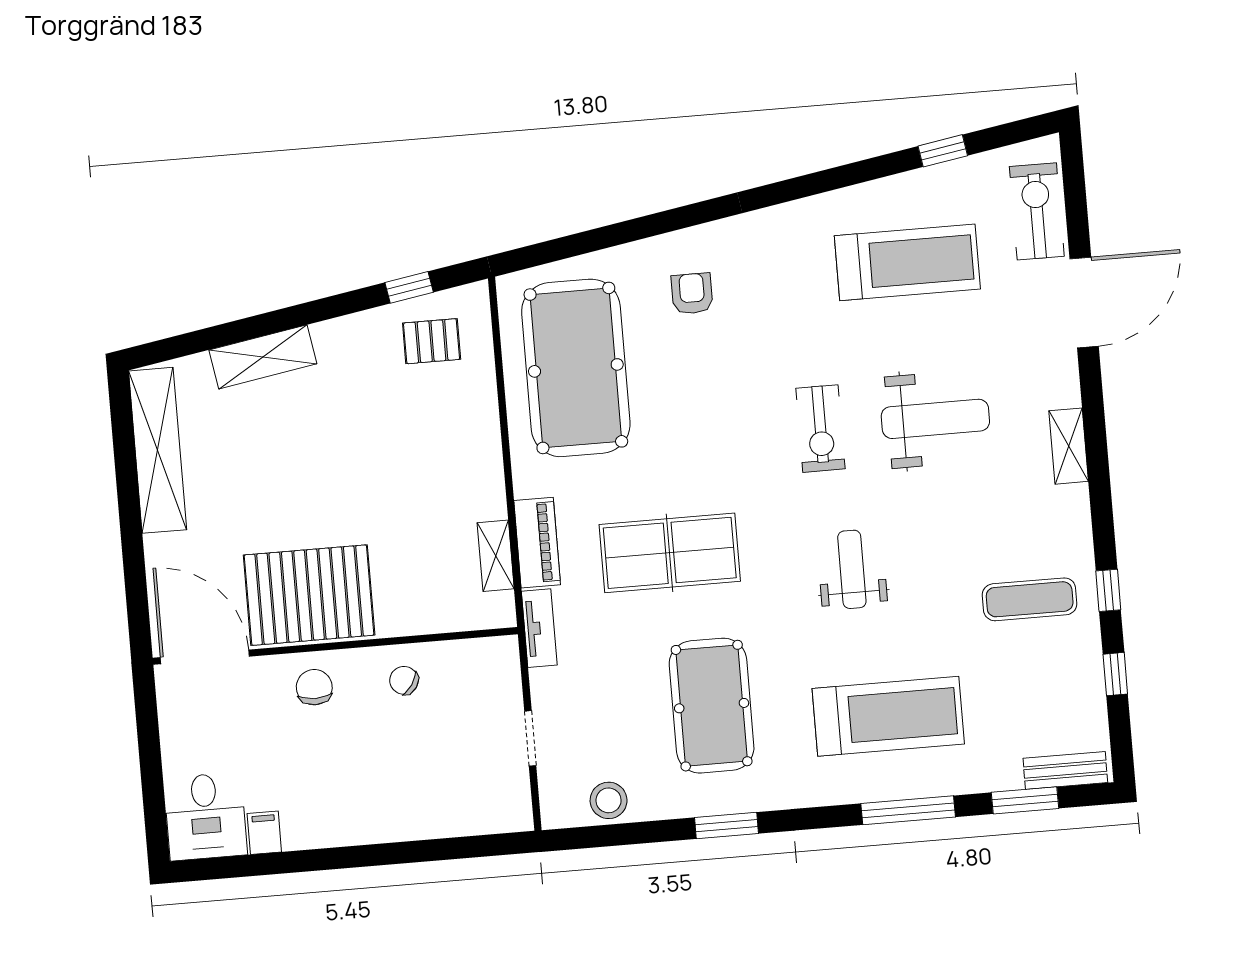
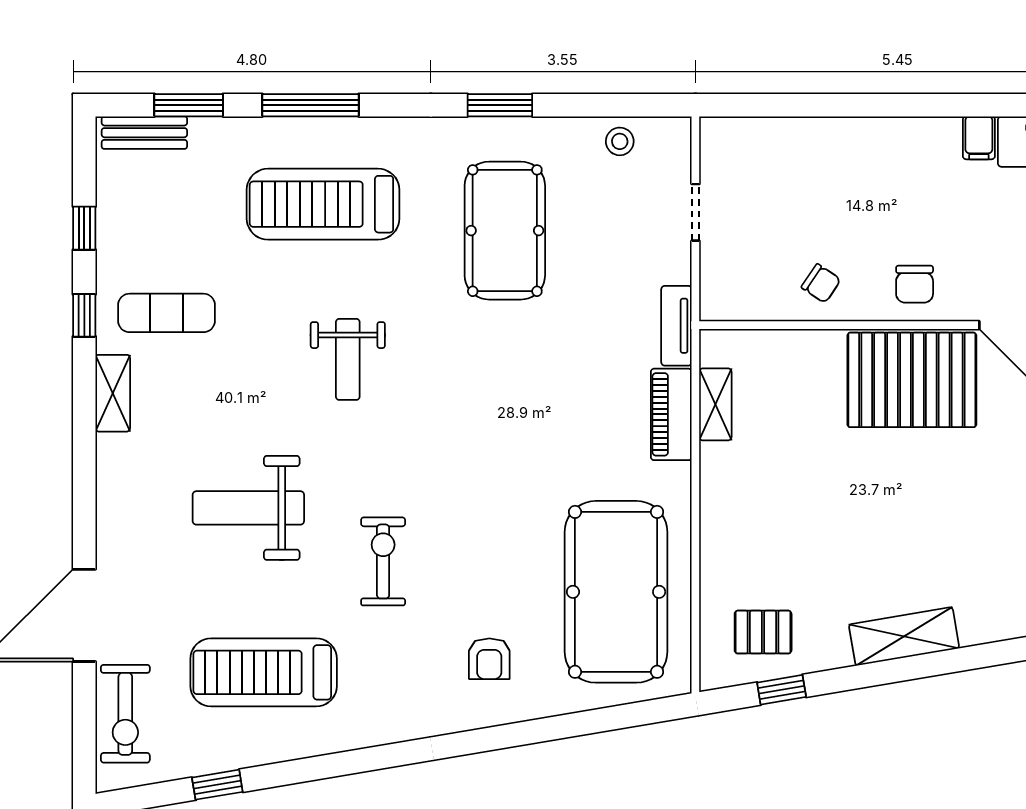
shelving: (263, 357) -> (904, 636), moved
exercise bike: (820, 429) -> (383, 561), moved
shelving: (1069, 446) -> (113, 393), moved
table tennis table: (670, 553) -> (535, 392), removed
stool: (609, 800) -> (620, 141), width x0.73, depth x0.73

